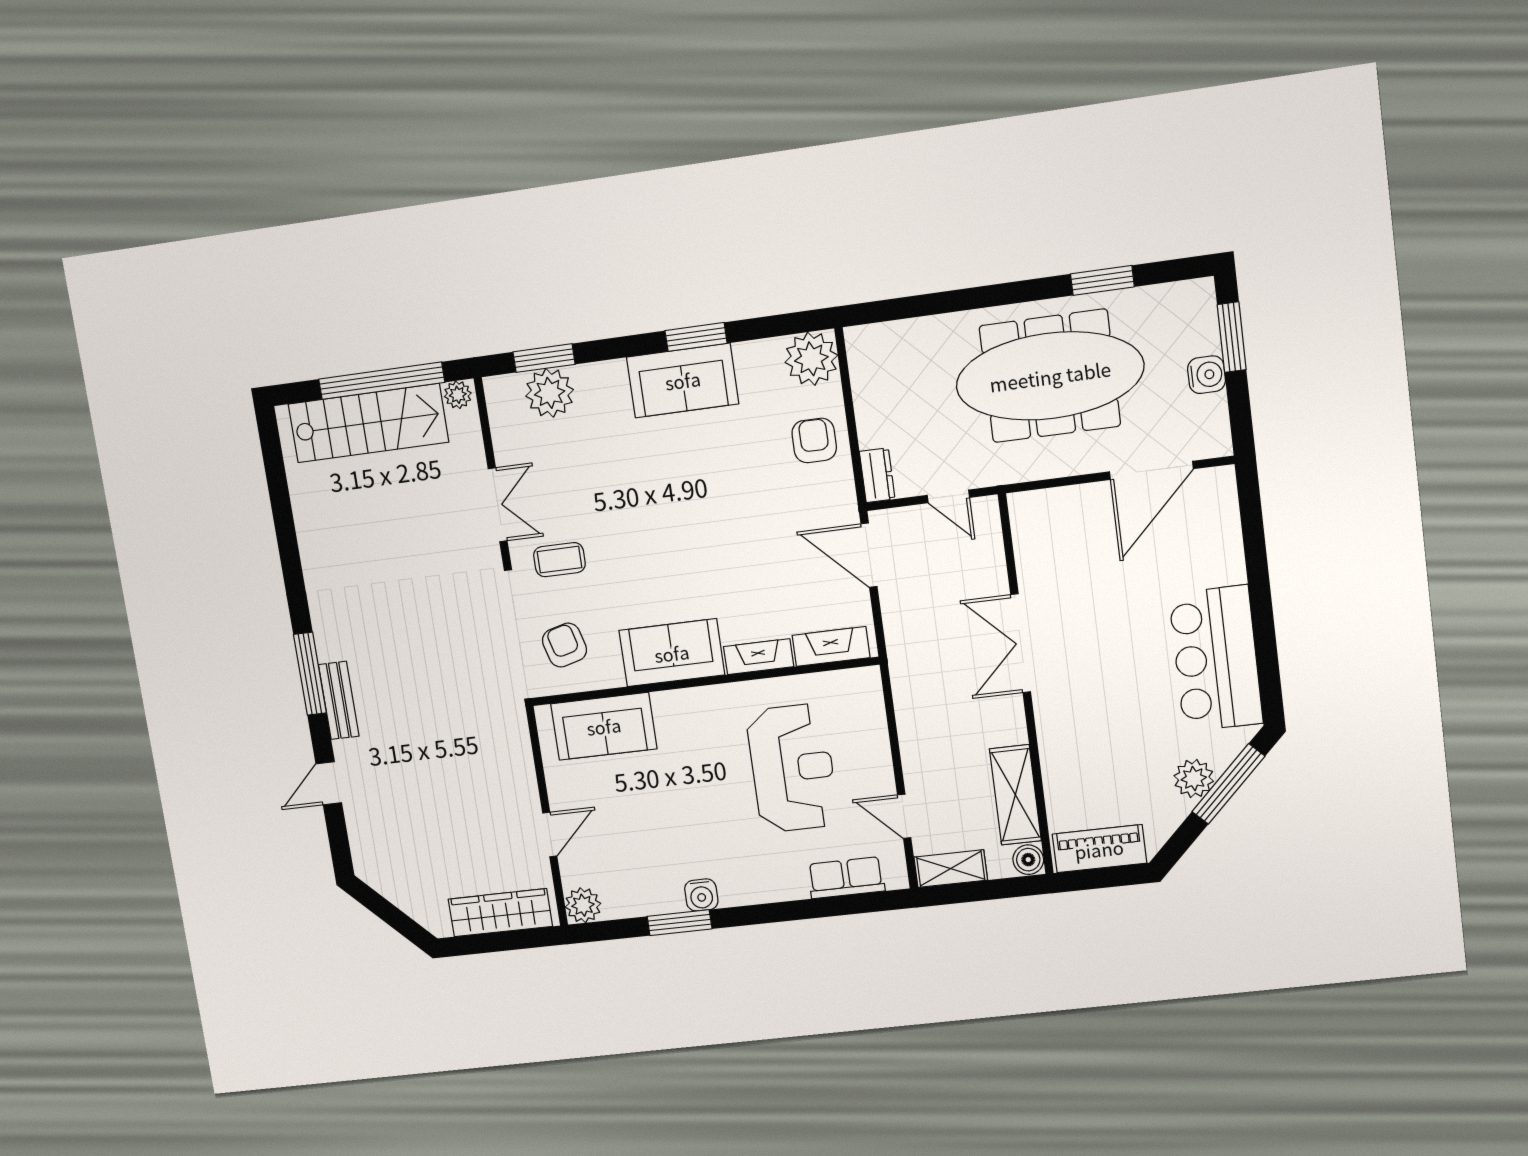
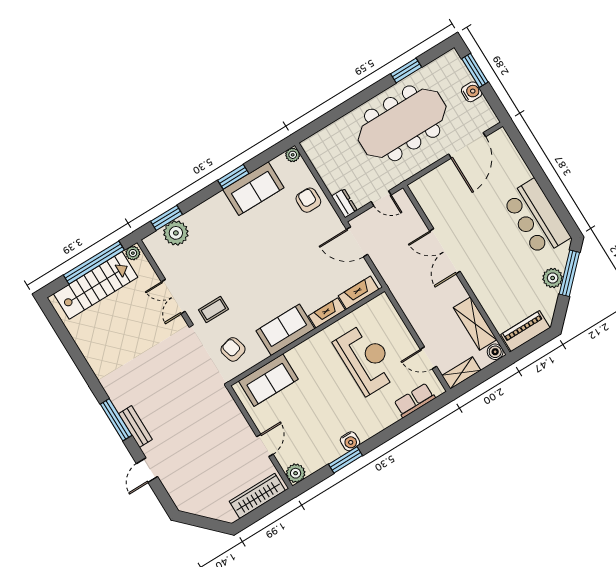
plant: (811, 359) -> (293, 155), width x0.53, depth x0.53
sofa: (683, 380) -> (253, 189), moved
double door: (498, 505) -> (173, 297), swing flipped

